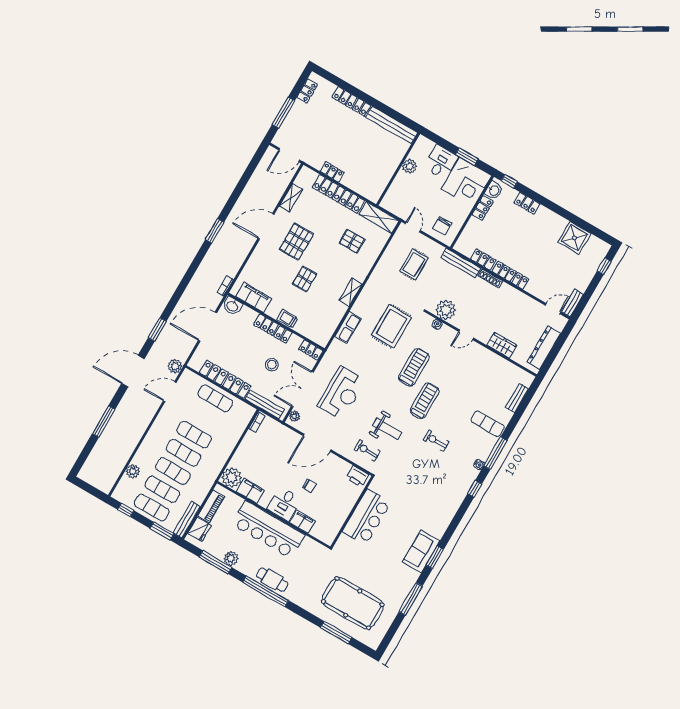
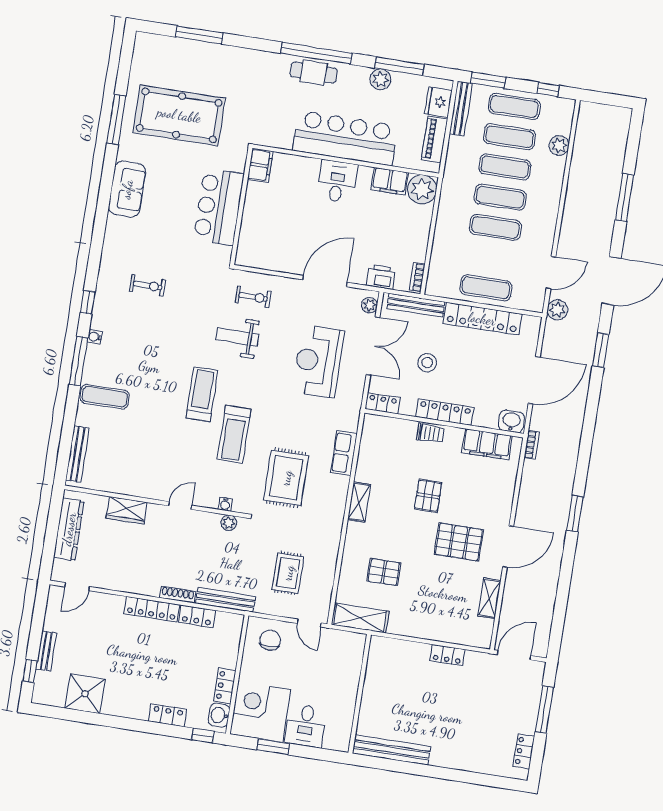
locker: (351, 101) -> (458, 761), removed
plant: (410, 166) -> (346, 704), removed
locker: (338, 194) -> (427, 629), removed
pallet: (296, 242) -> (459, 542), turned 90
bench: (572, 303) -> (46, 651), moved
plant: (446, 310) -> (229, 523), width x0.53, depth x0.53
bench: (517, 398) -> (77, 454), width x1.36
treadmill: (425, 401) -> (202, 394), turned 180
exercise bike: (436, 441) -> (148, 286), moved
printer: (357, 476) -> (381, 277), moved
chair: (309, 486) -> (313, 219), removed
filing cabinet: (302, 522) -> (260, 165), moved, turned -90
window: (435, 557) -> (106, 188), removed
pool table: (353, 603) -> (179, 115), moved

